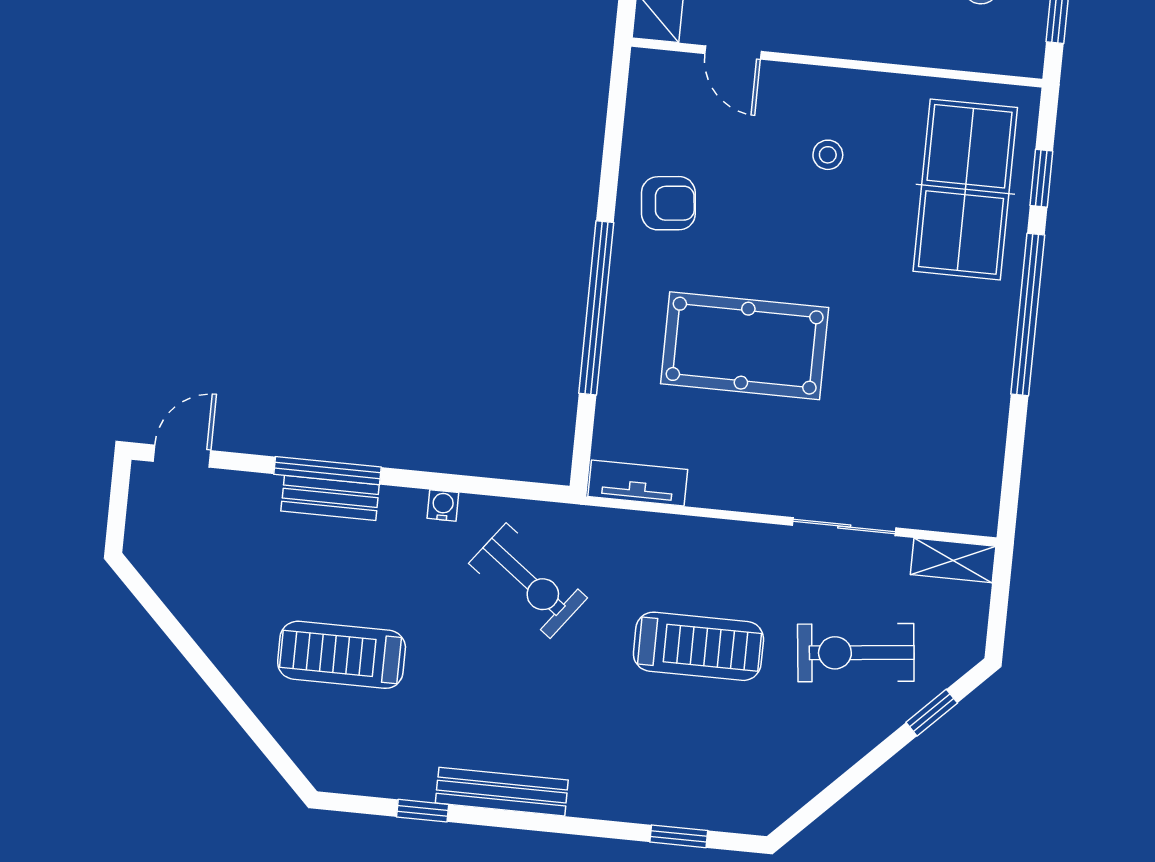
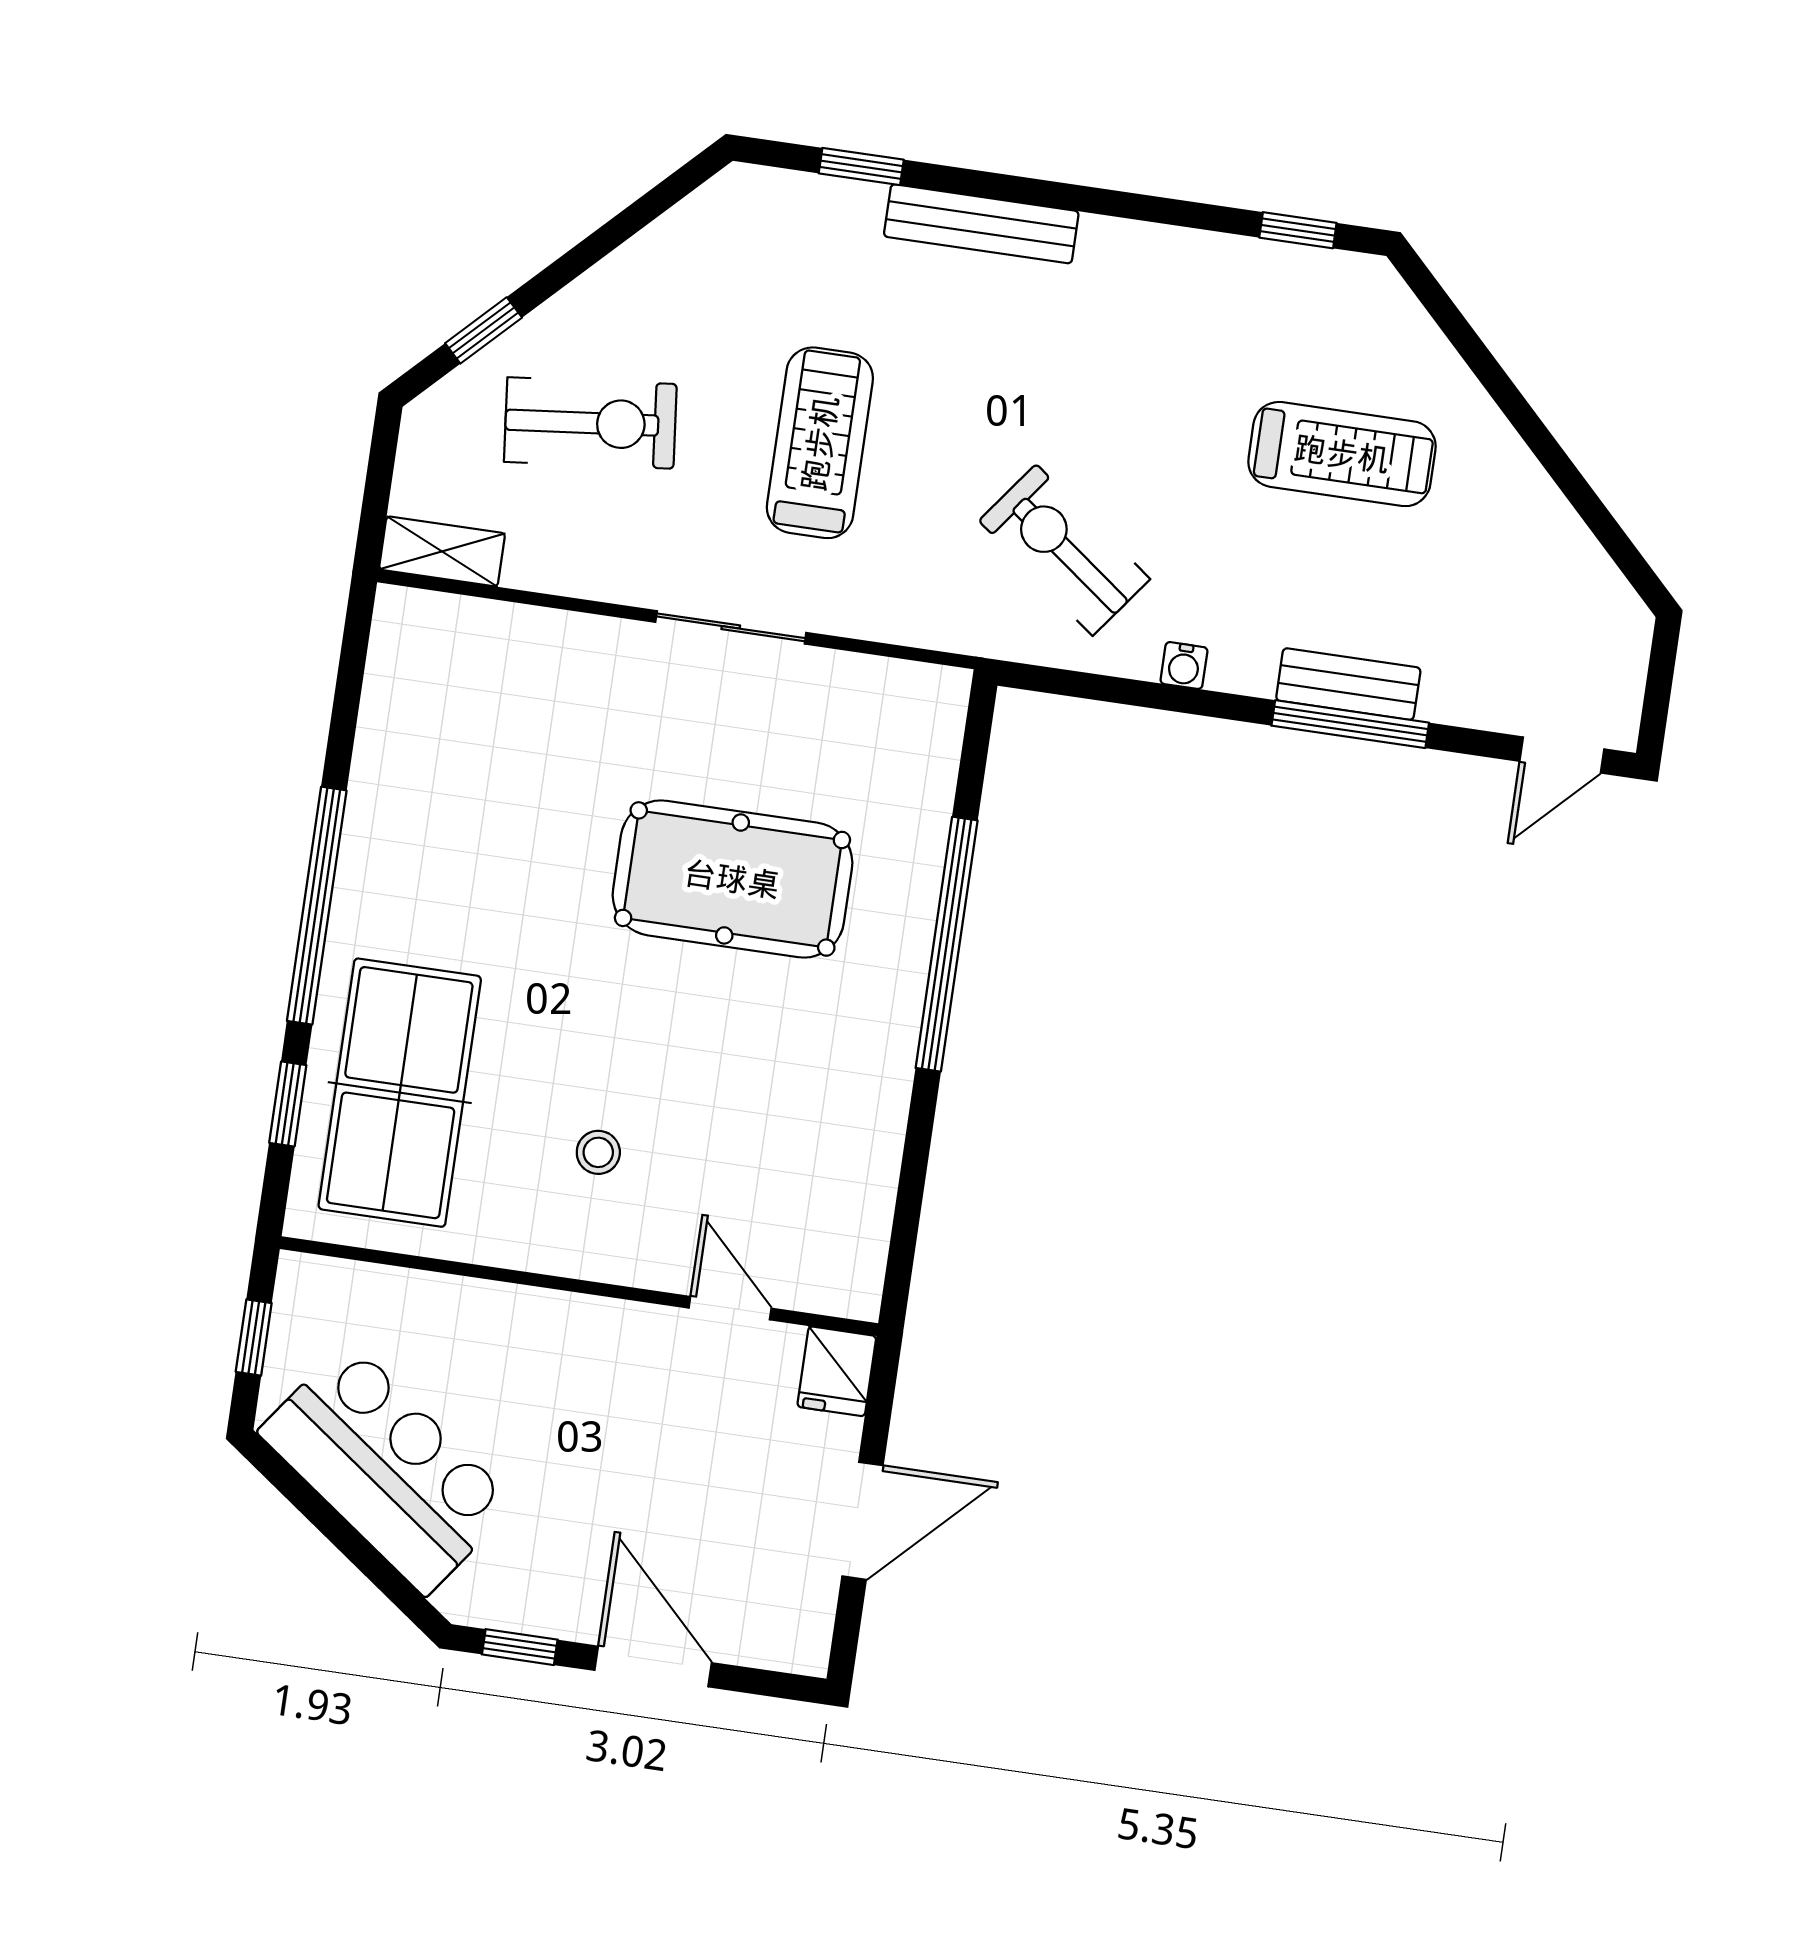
armchair: (668, 203) -> (834, 1092), removed
tv unit: (638, 483) -> (898, 685), removed
sliding door: (844, 527) -> (731, 627), moved
treadmill: (698, 646) -> (820, 443), turned 90
bench: (502, 792) -> (981, 224), moved
window: (423, 811) -> (1298, 230), moved

